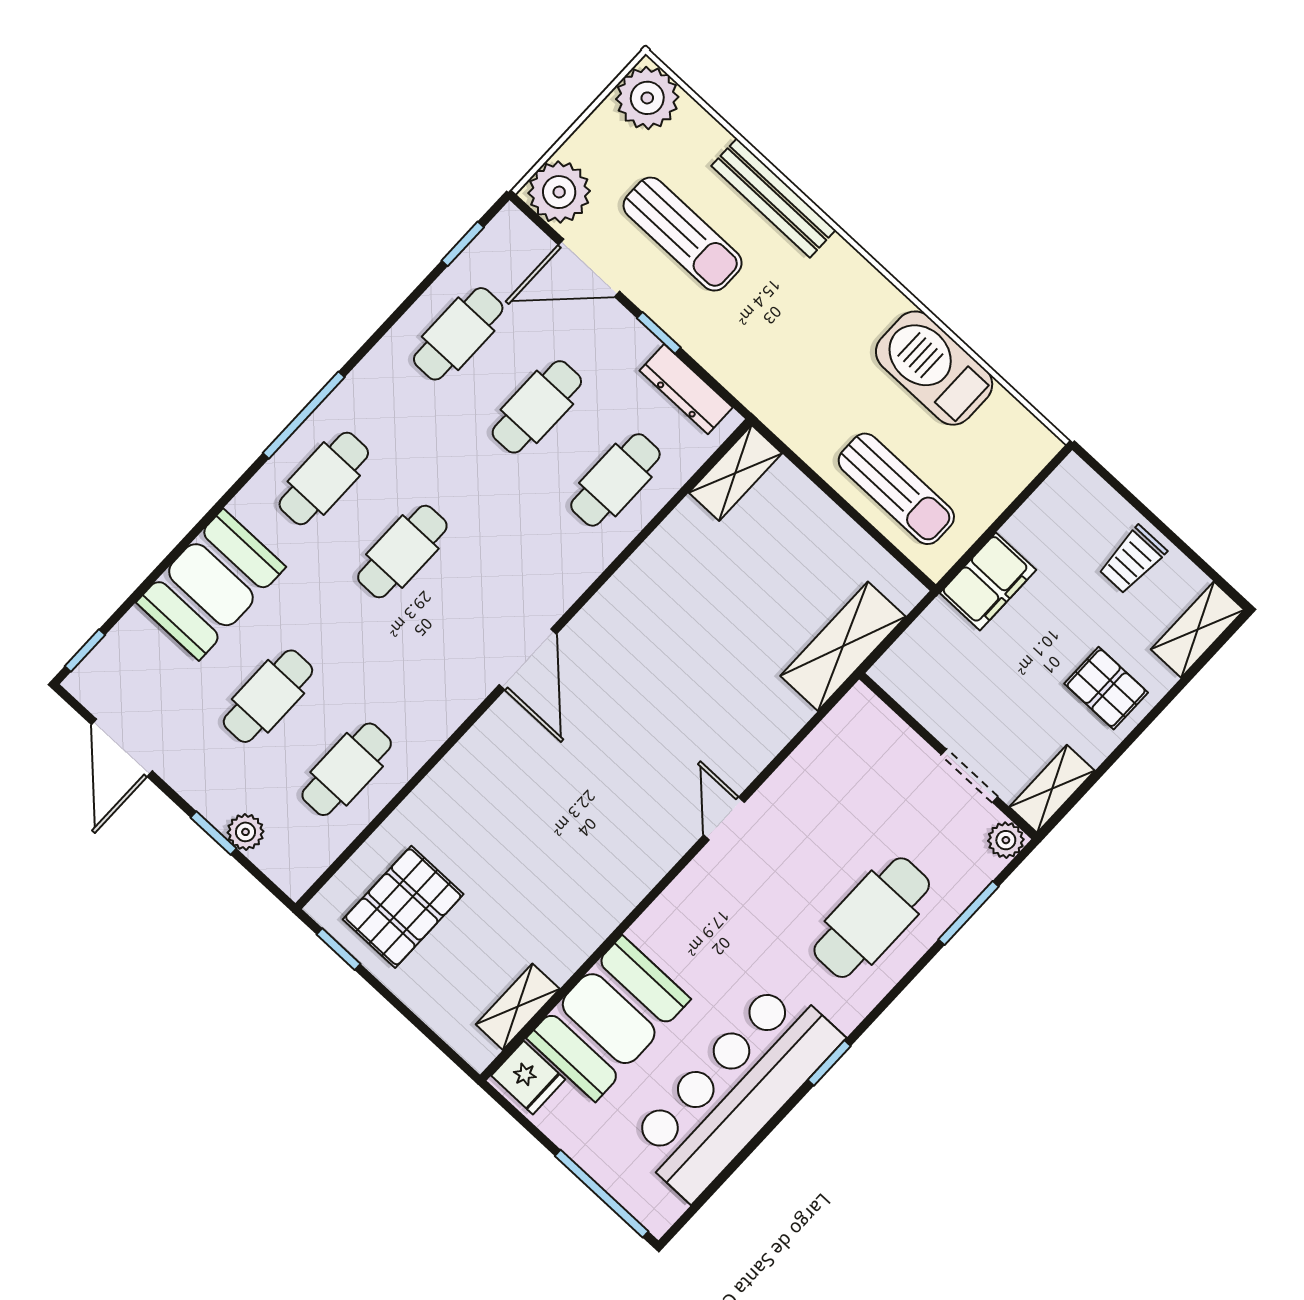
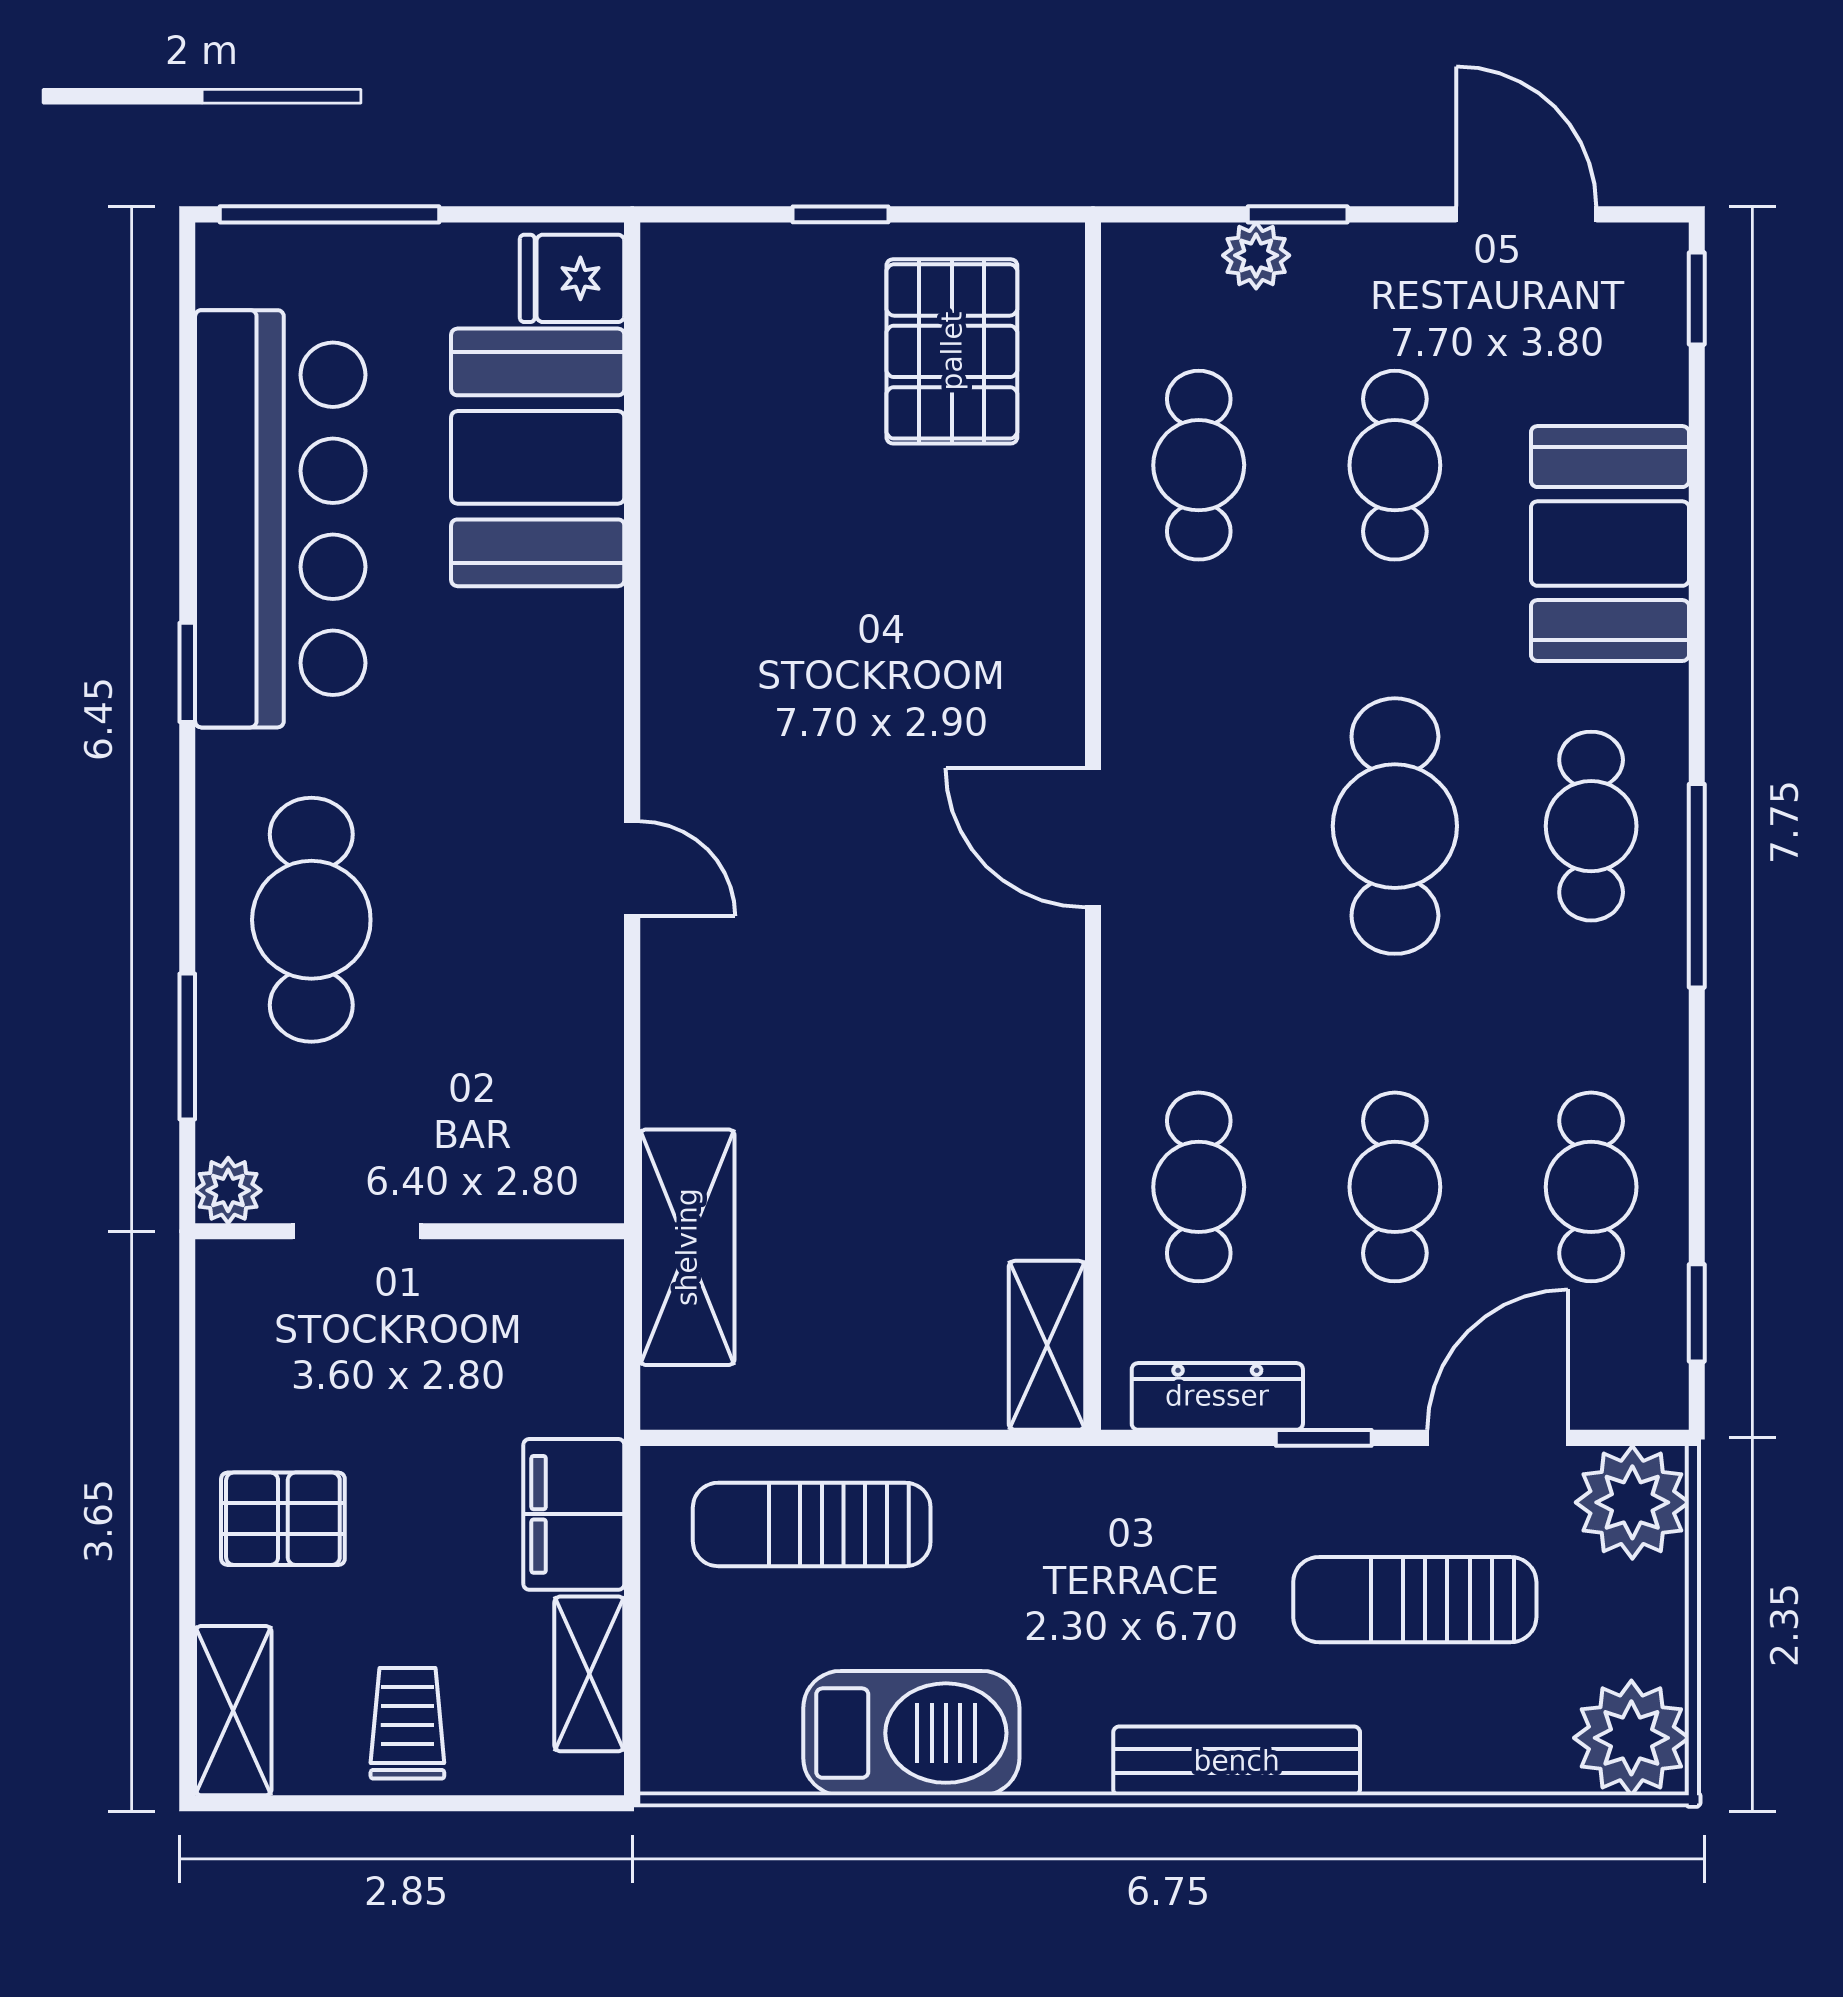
bench: (773, 198) -> (1237, 1761), moved
cafe table: (402, 552) -> (1395, 826), width x1.37, depth x1.35
shelving: (1052, 789) -> (589, 1674), moved
window: (339, 949) -> (840, 214), moved
shelving: (518, 1007) -> (674, 360), removed

